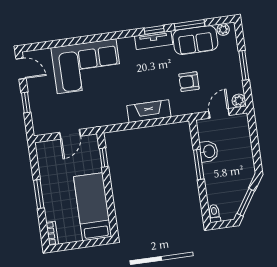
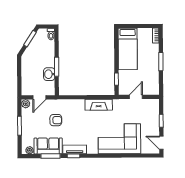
fireplace: (149, 111) -> (99, 105), moved

